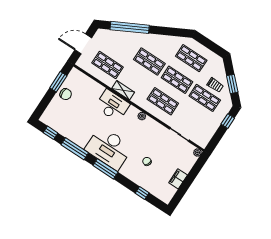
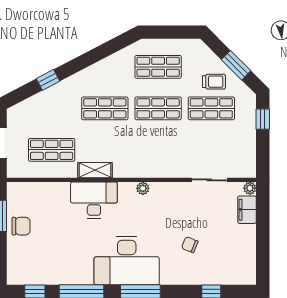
window: (130, 27) -> (48, 80), width x0.32
shop shelf: (163, 101) -> (158, 150), removed
filing cabinet: (178, 179) -> (247, 210), moved

